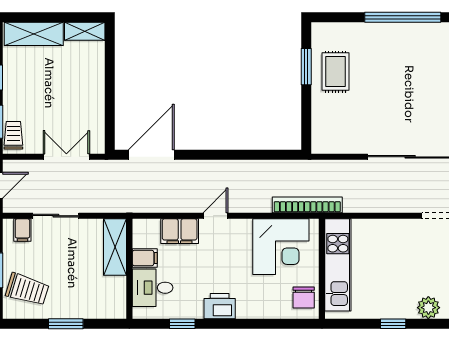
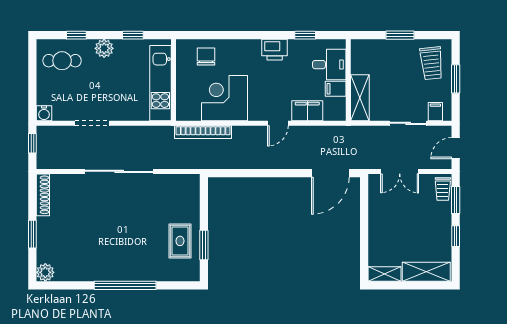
kitchen unit: (338, 265) -> (160, 83), moved
wall: (322, 269) -> (173, 80), moved
trolley: (27, 289) -> (432, 63), turned -113

